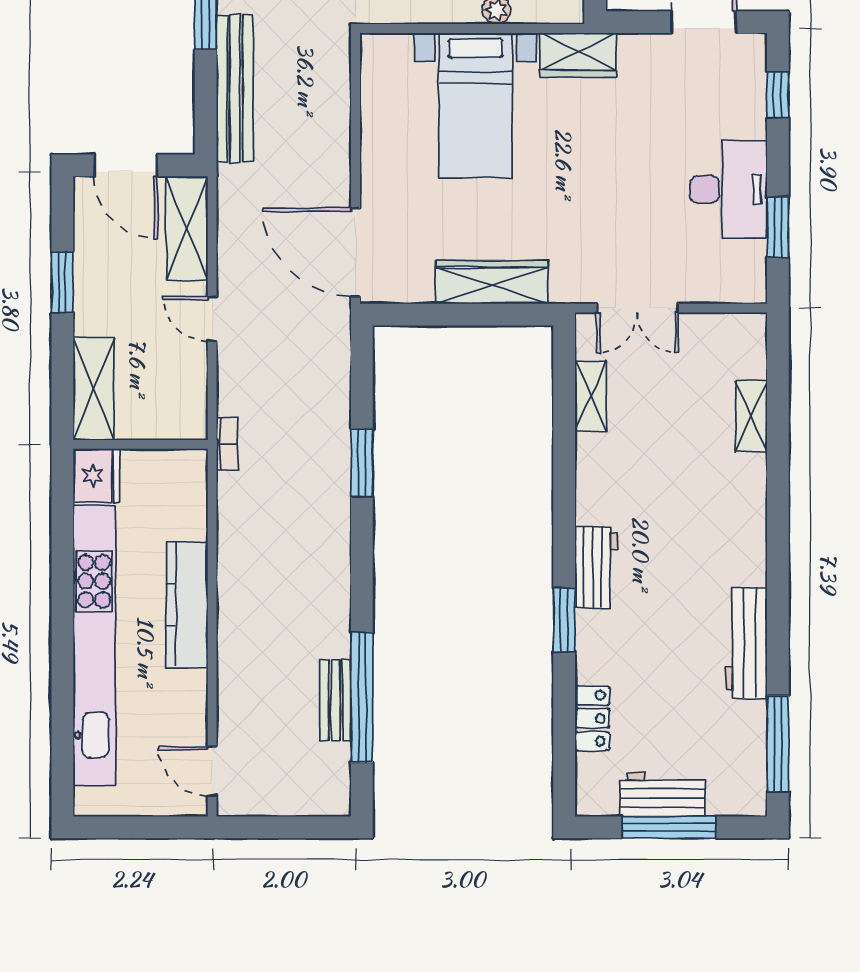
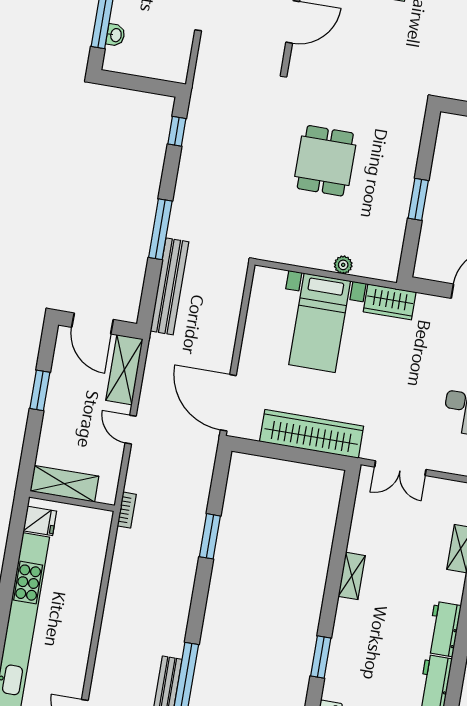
wardrobe: (492, 282) -> (312, 434), width x1.40, depth x1.17
shelving: (94, 389) -> (64, 484), moved, turned 90
shelving: (591, 396) -> (352, 576), moved
fridge: (96, 476) -> (40, 521), width x0.72
workbench: (596, 567) -> (444, 629), moved, turned 180
kitchen counter: (187, 605) -> (84, 607), removed

